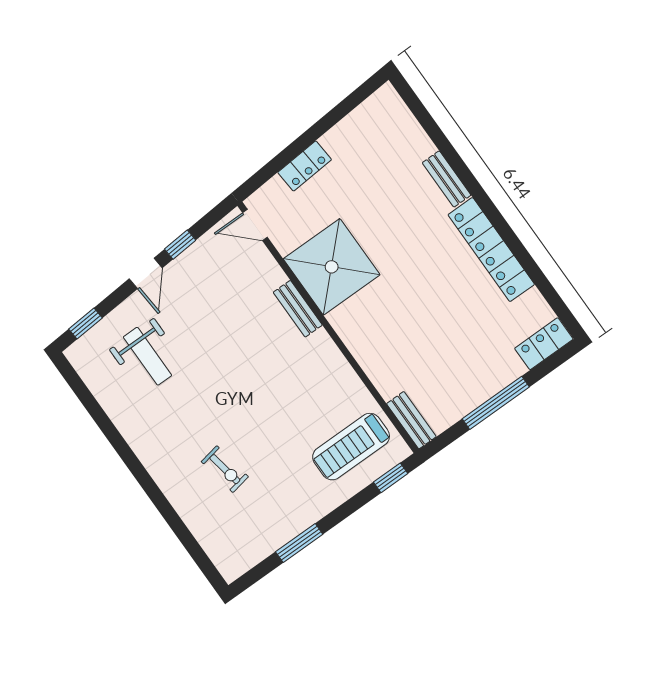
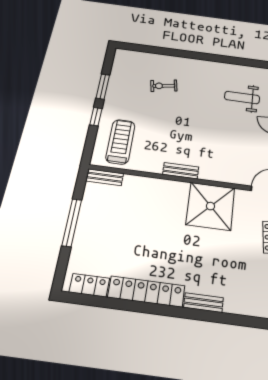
bench: (298, 309) -> (181, 171), moved
locker: (544, 344) -> (89, 285), moved, turned -90
window: (391, 478) -> (96, 117), moved

